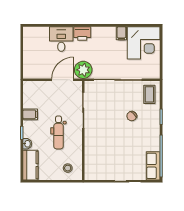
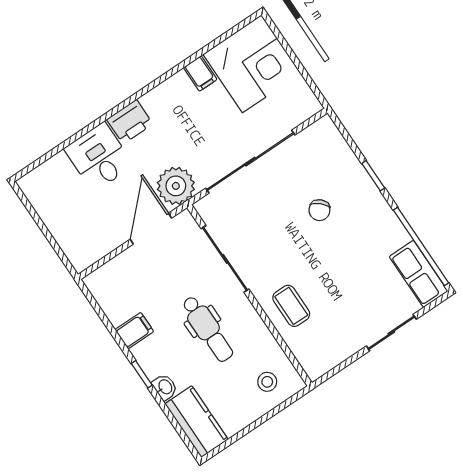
coffee table: (149, 94) -> (291, 306), moved

